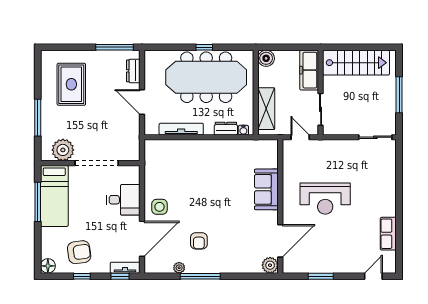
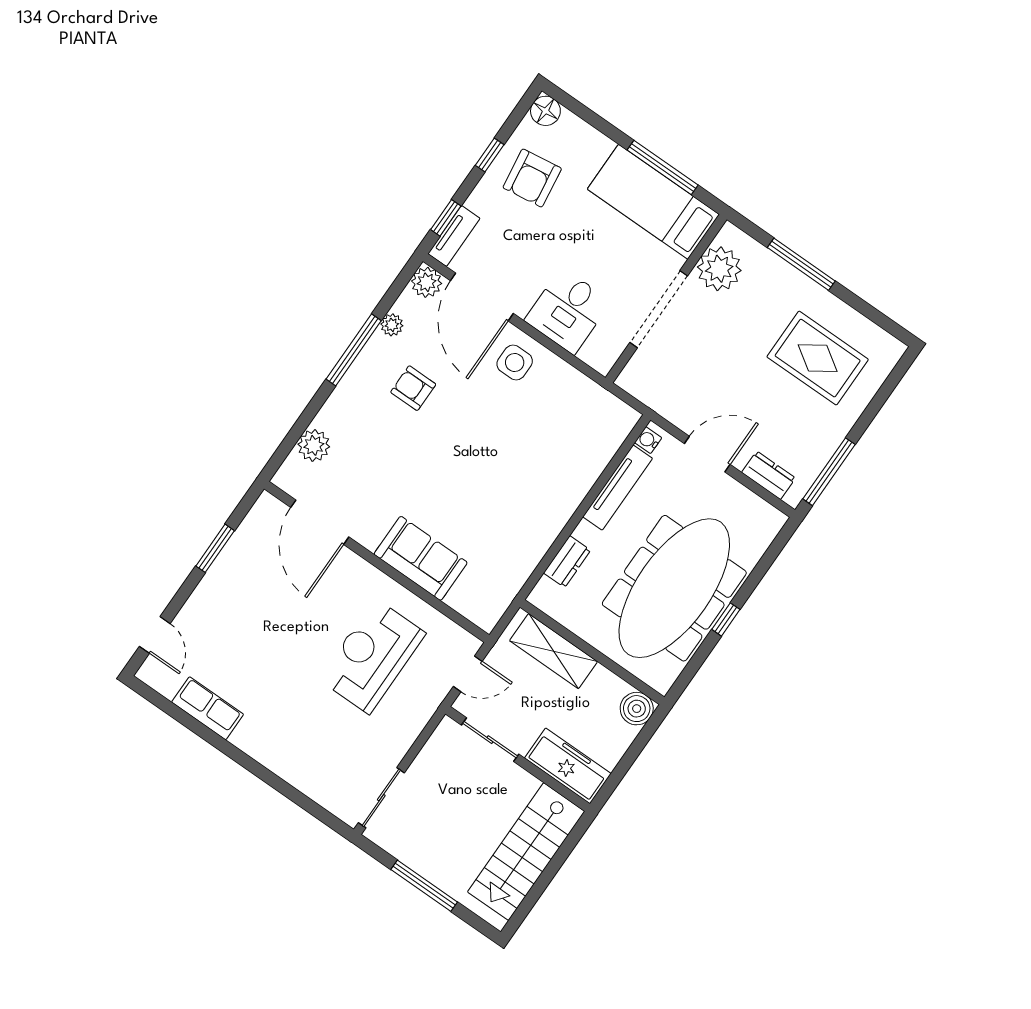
water cooler: (243, 130) -> (648, 440), moved
reception desk: (325, 199) -> (372, 656), moved
plant: (270, 265) -> (314, 445), moved
plant: (152, 266) -> (427, 282), added

